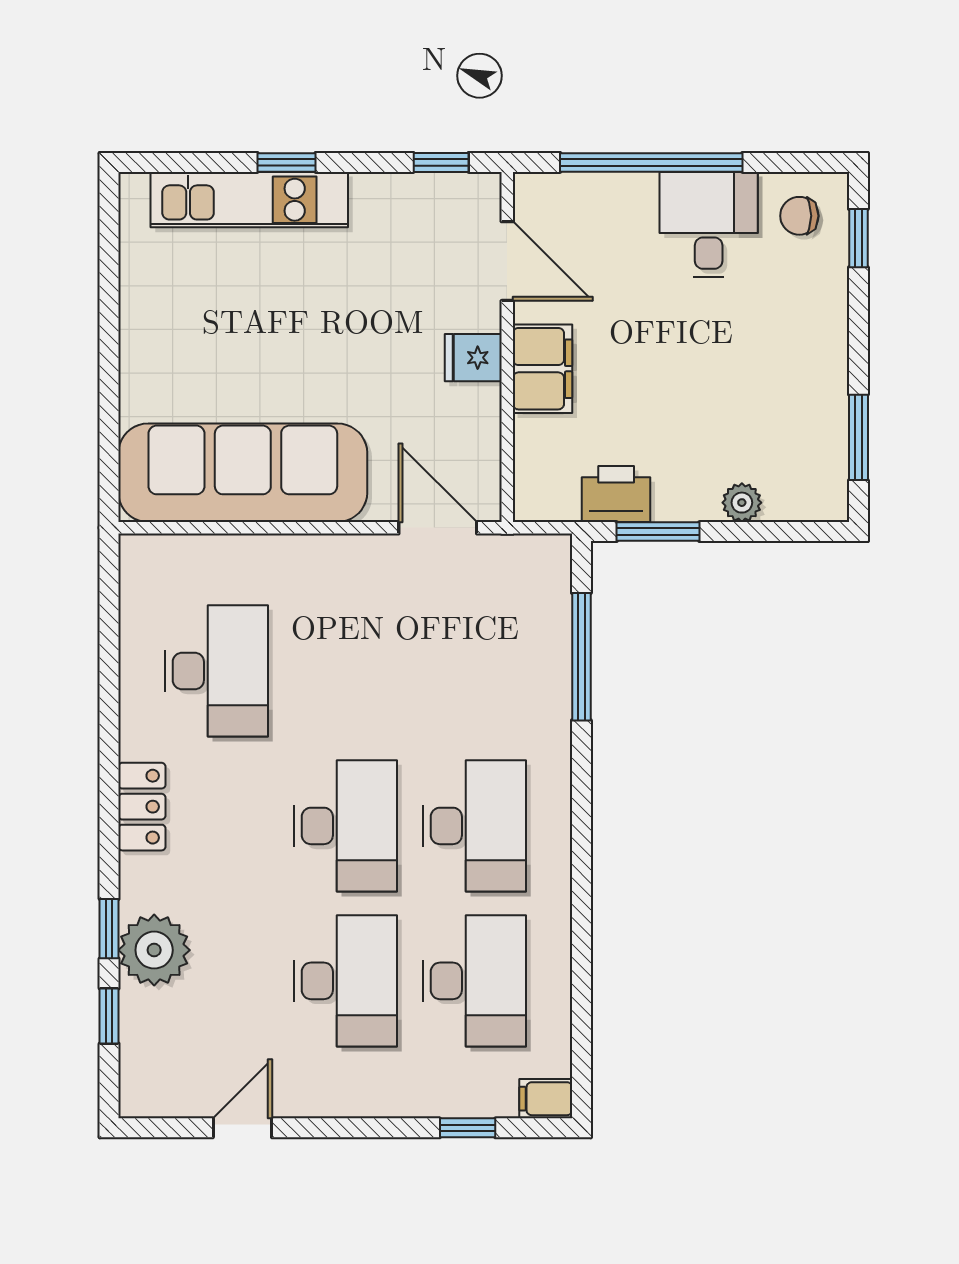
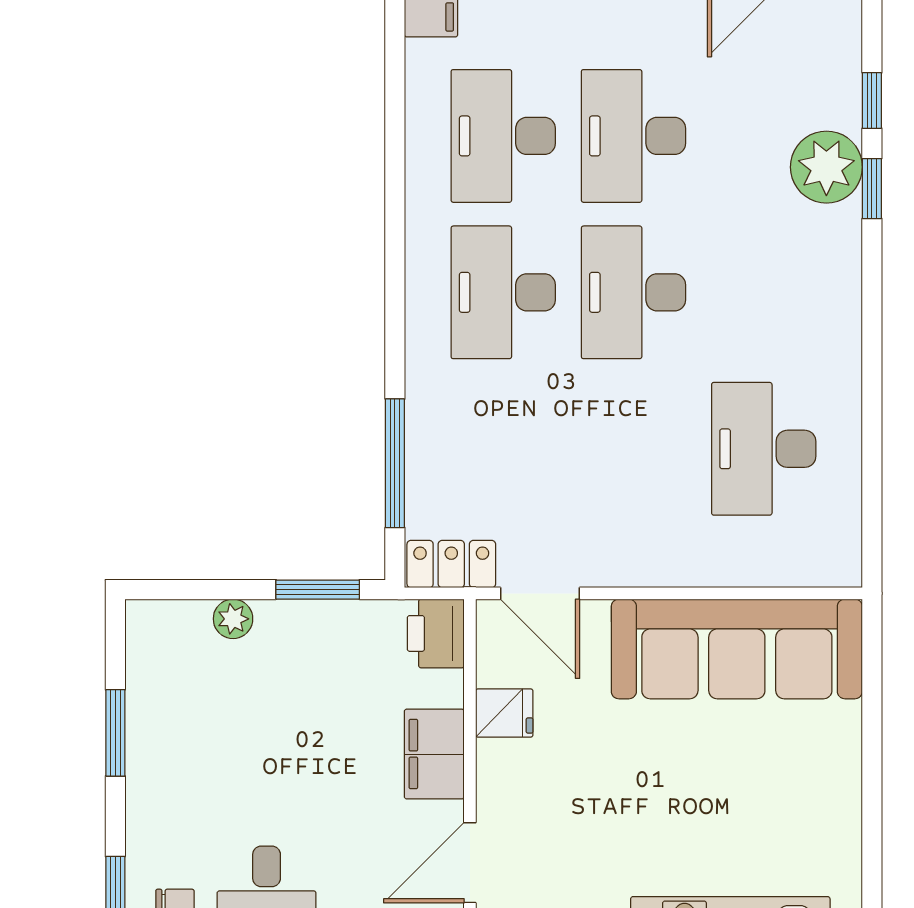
door: (507, 261) -> (470, 863), hinge flipped
fridge: (473, 358) -> (504, 713), moved
window: (858, 437) -> (115, 733), moved
printer: (616, 494) -> (436, 633), moved, turned 90
locker: (142, 807) -> (451, 564), moved, turned 90

